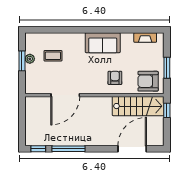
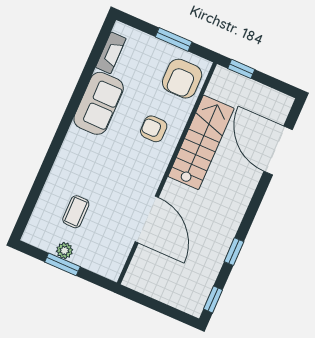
sofa: (103, 43) -> (99, 103), moved
stairs: (138, 106) -> (201, 142), moved
window: (68, 149) -> (234, 252), width x0.46

